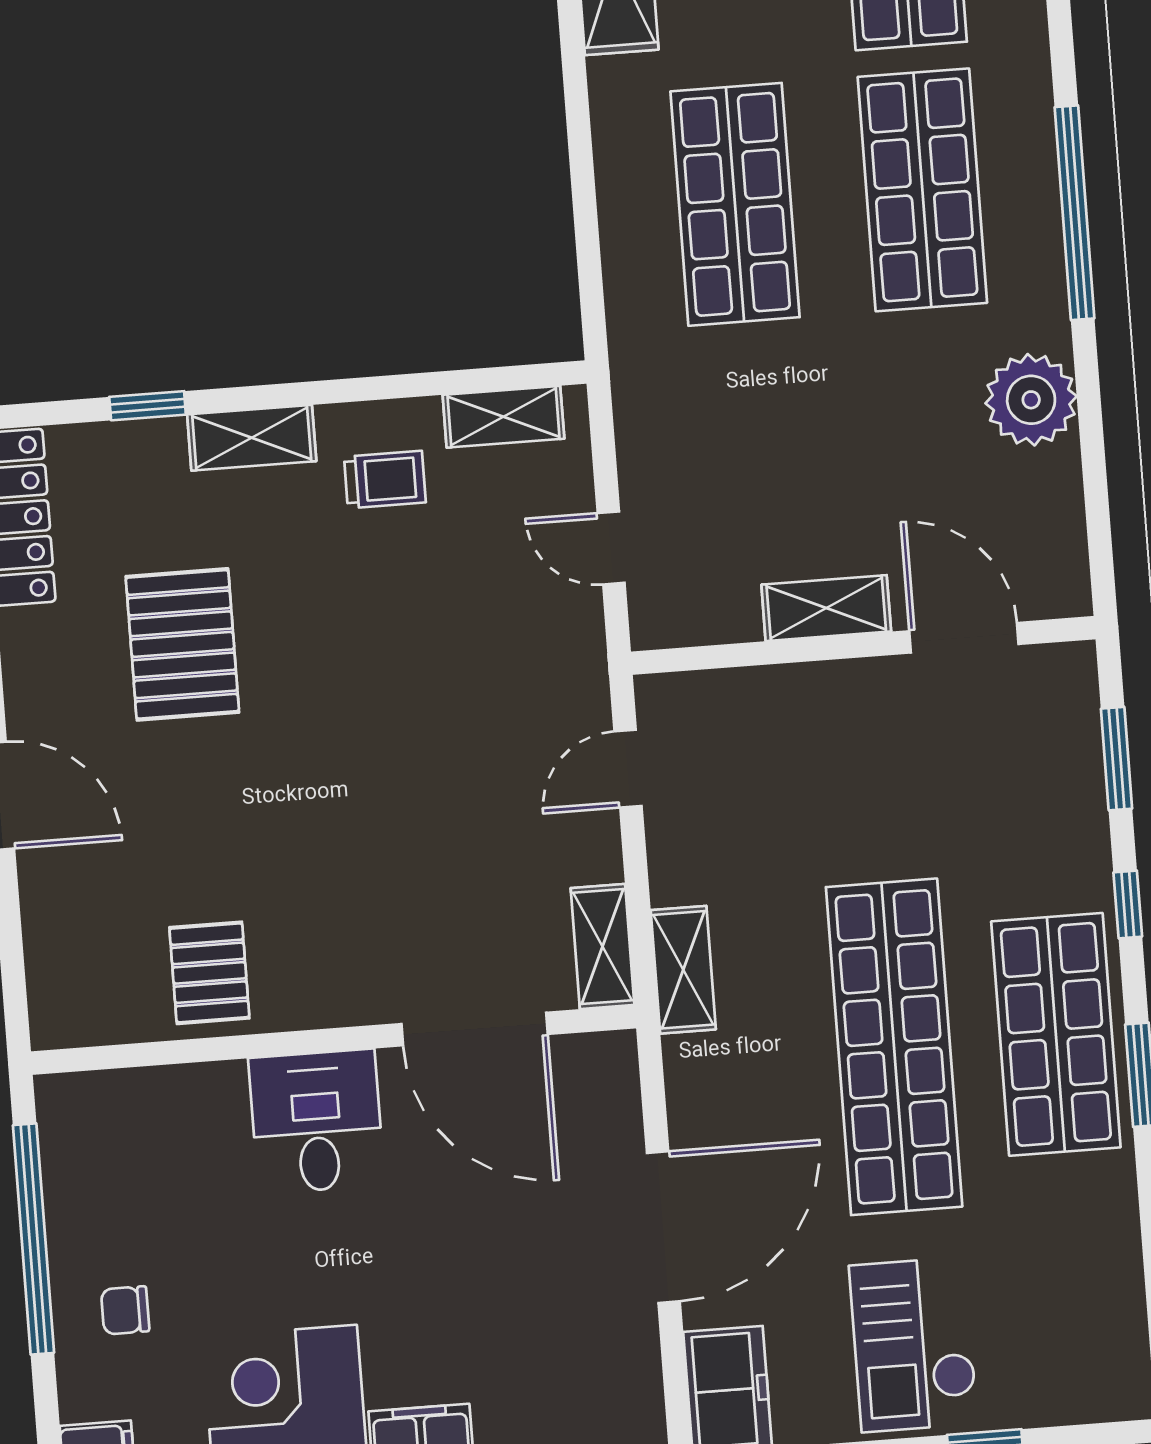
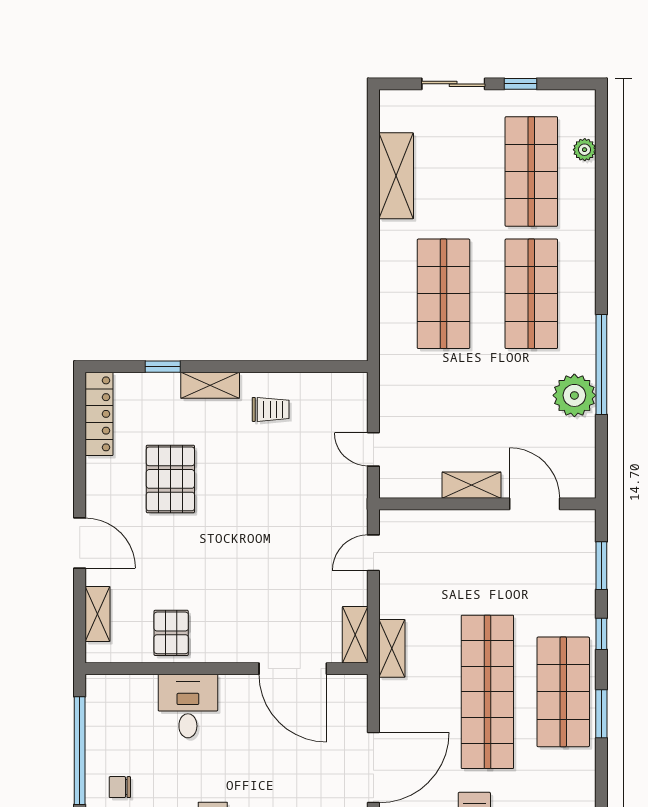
window: (1075, 213) -> (601, 364), moved
shelving: (503, 417) -> (98, 614), moved, turned 90
desk: (316, 1122) -> (188, 706), moved

